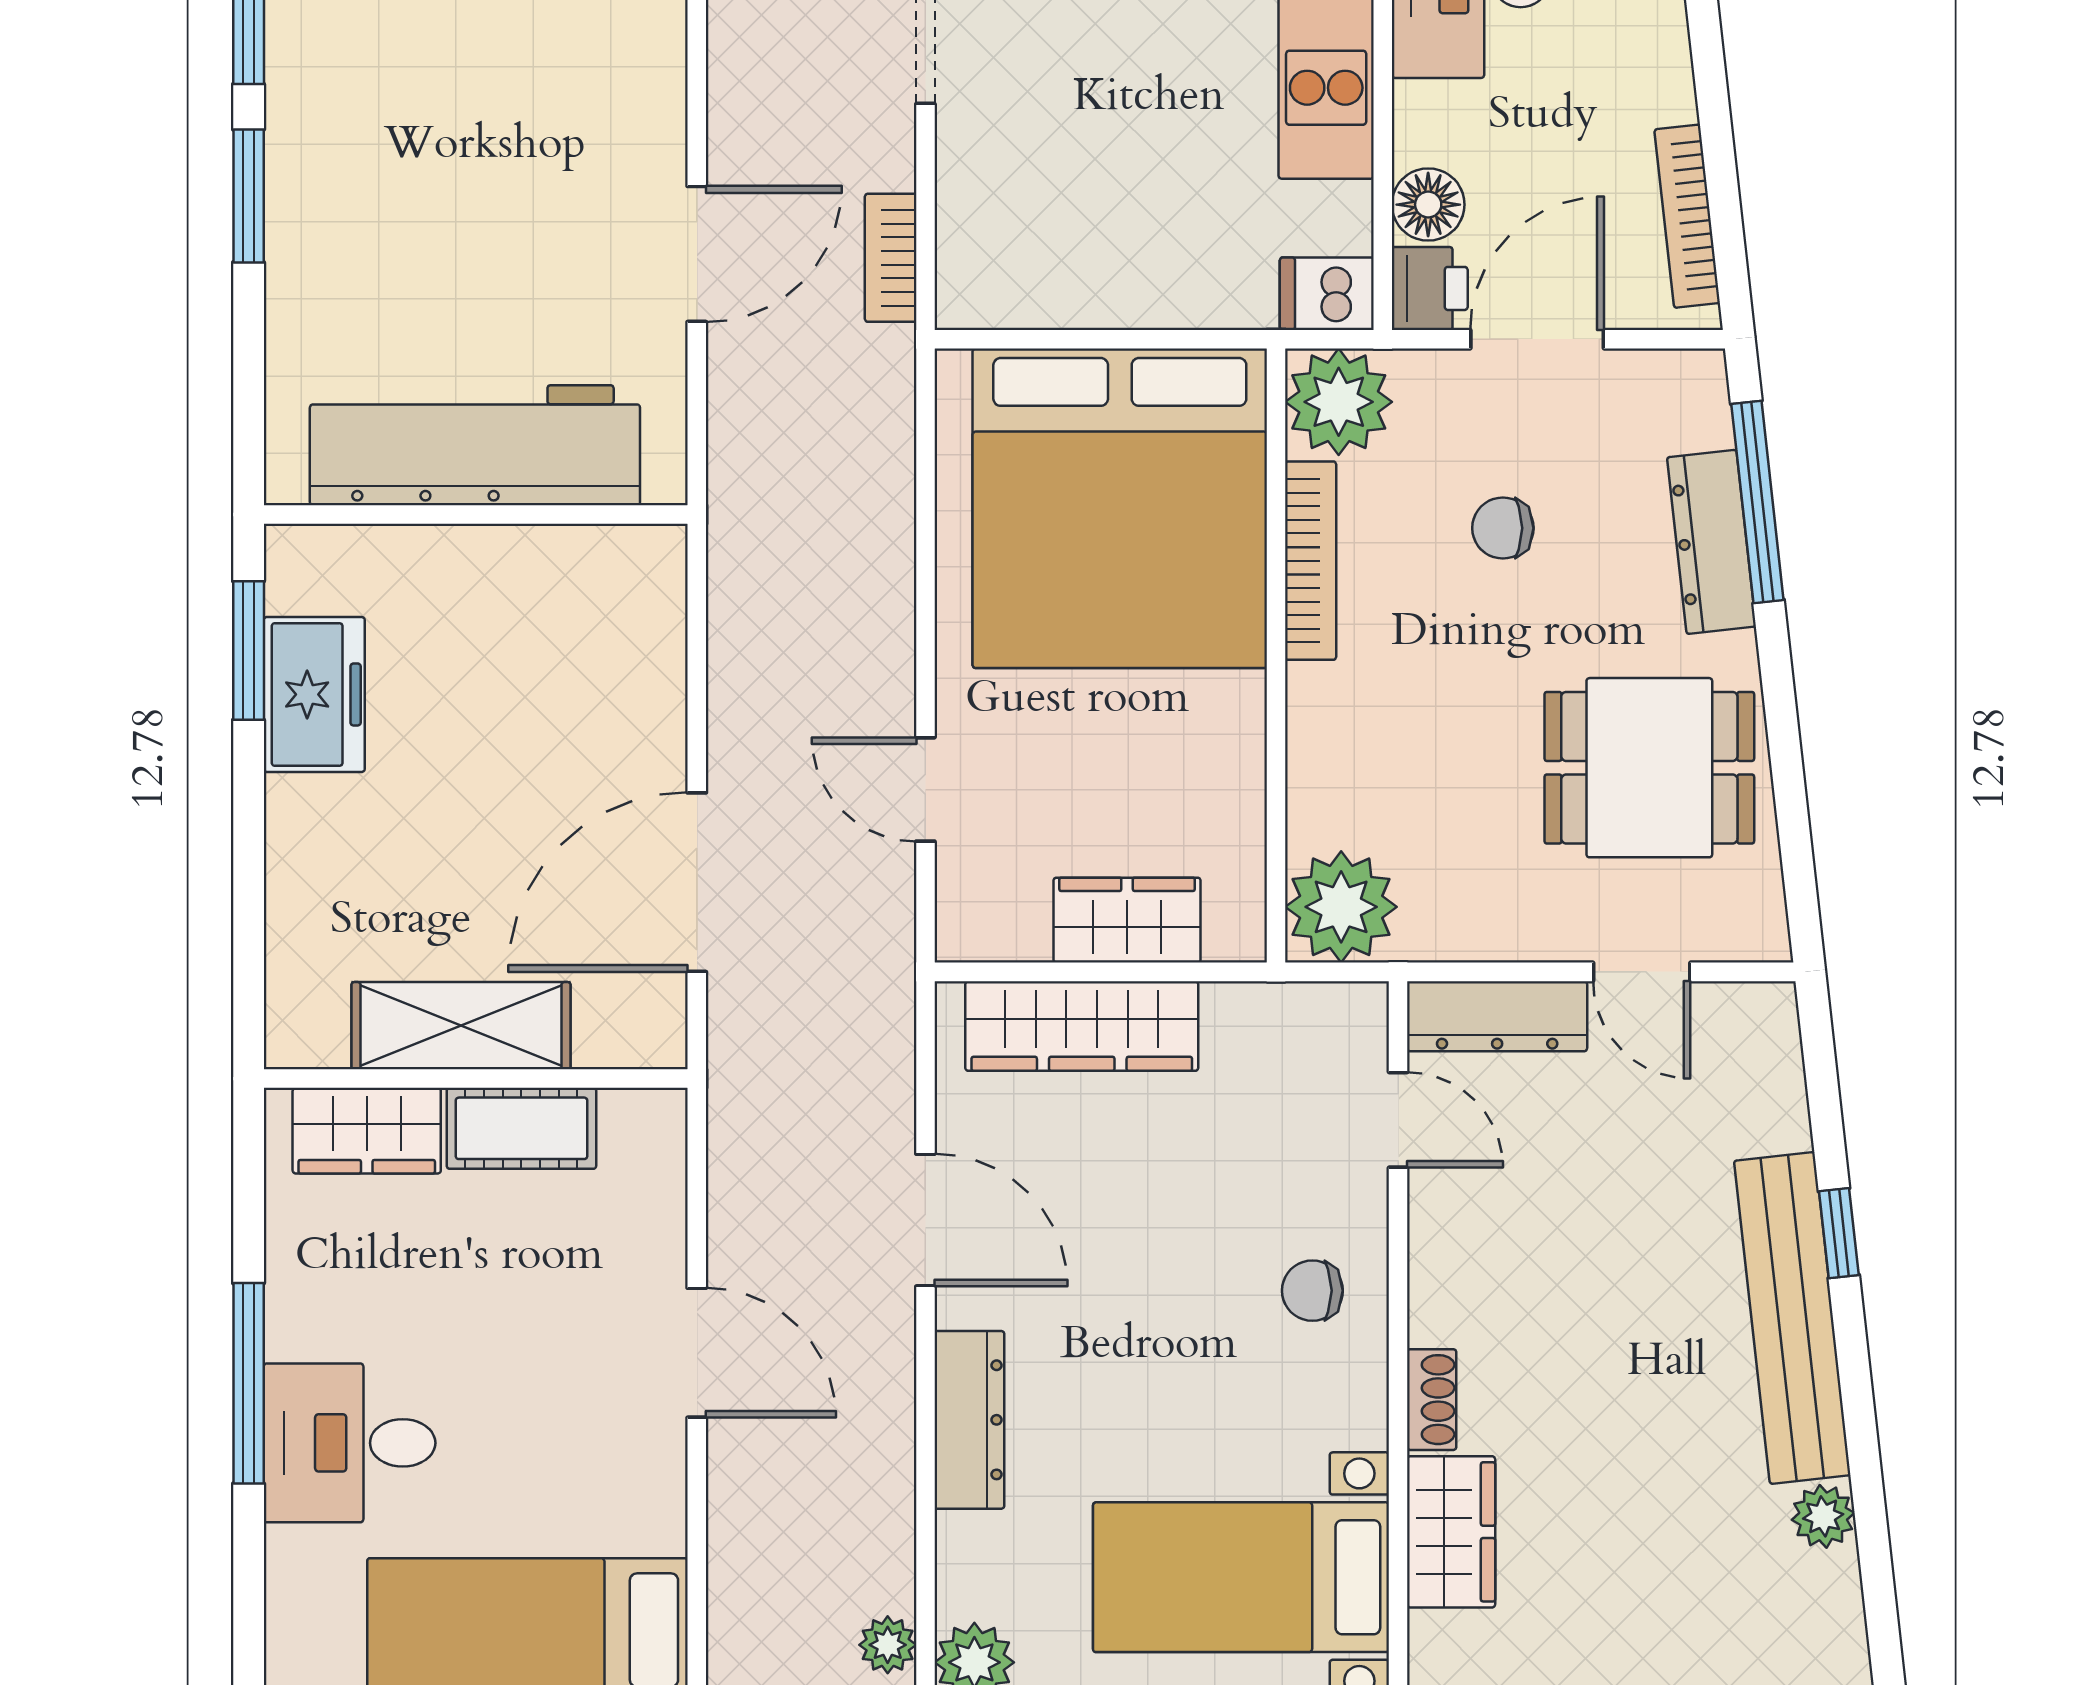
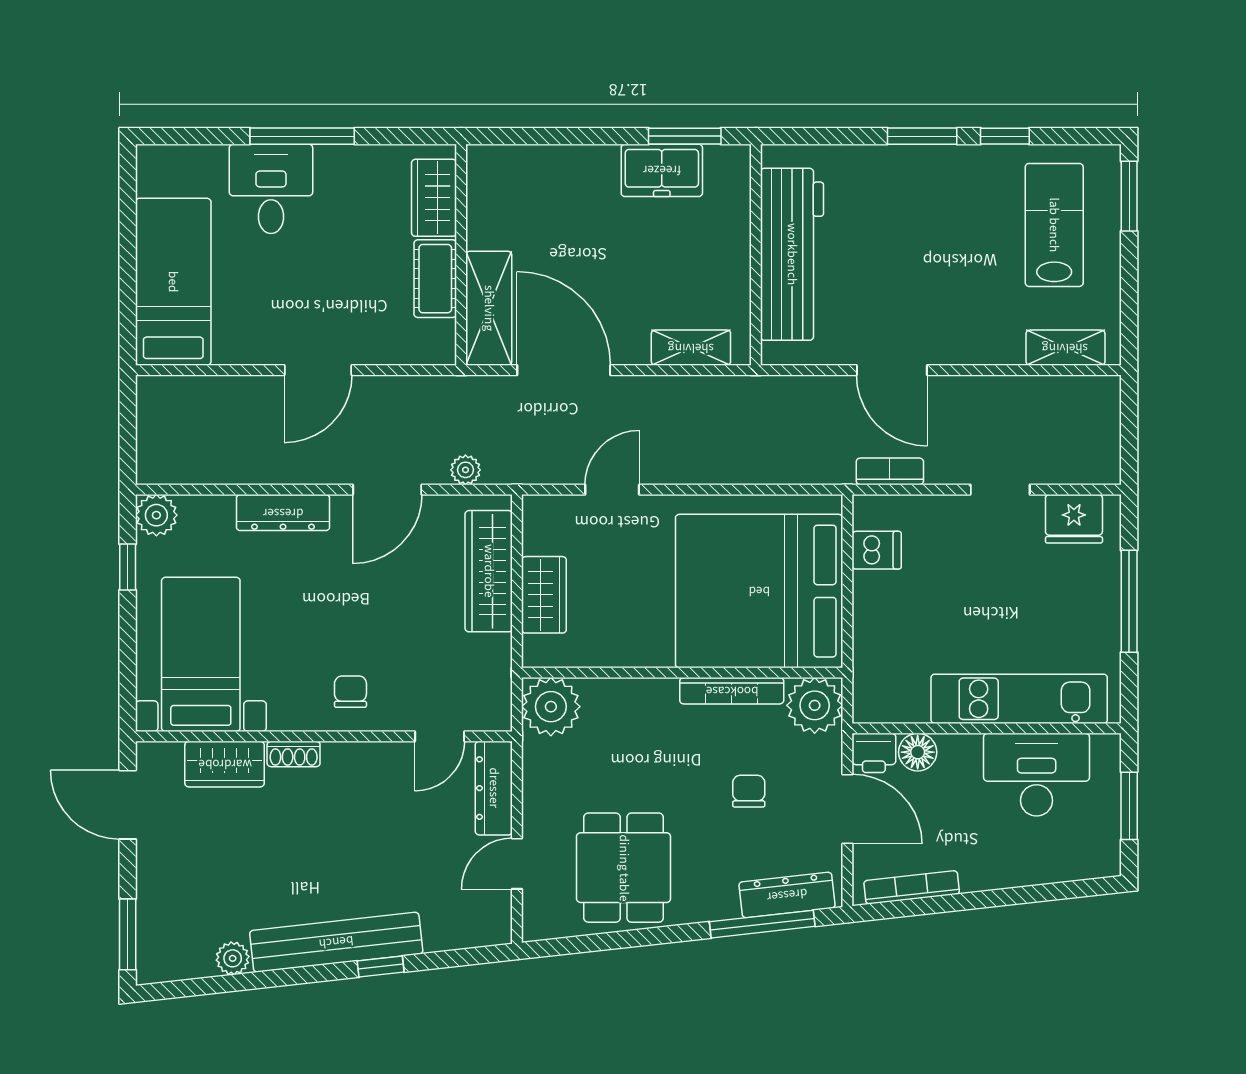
dishwasher: (1327, 294) -> (877, 550), moved, turned 90
dresser: (1711, 542) -> (787, 895), moved
shelving: (654, 639) -> (691, 348), added
shelving: (461, 1026) -> (489, 308), moved
plant: (888, 1645) -> (465, 470), moved

